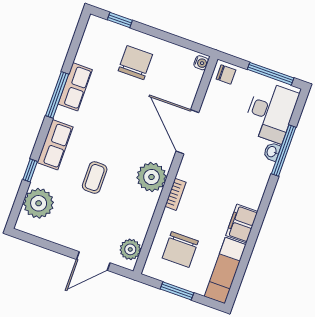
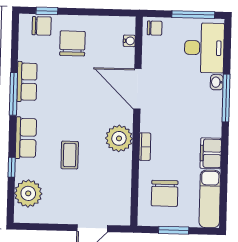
chair: (109, 34) -> (42, 26), added
water cooler: (201, 63) -> (129, 41), moved
window: (284, 150) -> (226, 98), moved
plant: (130, 249) -> (121, 207), removed

